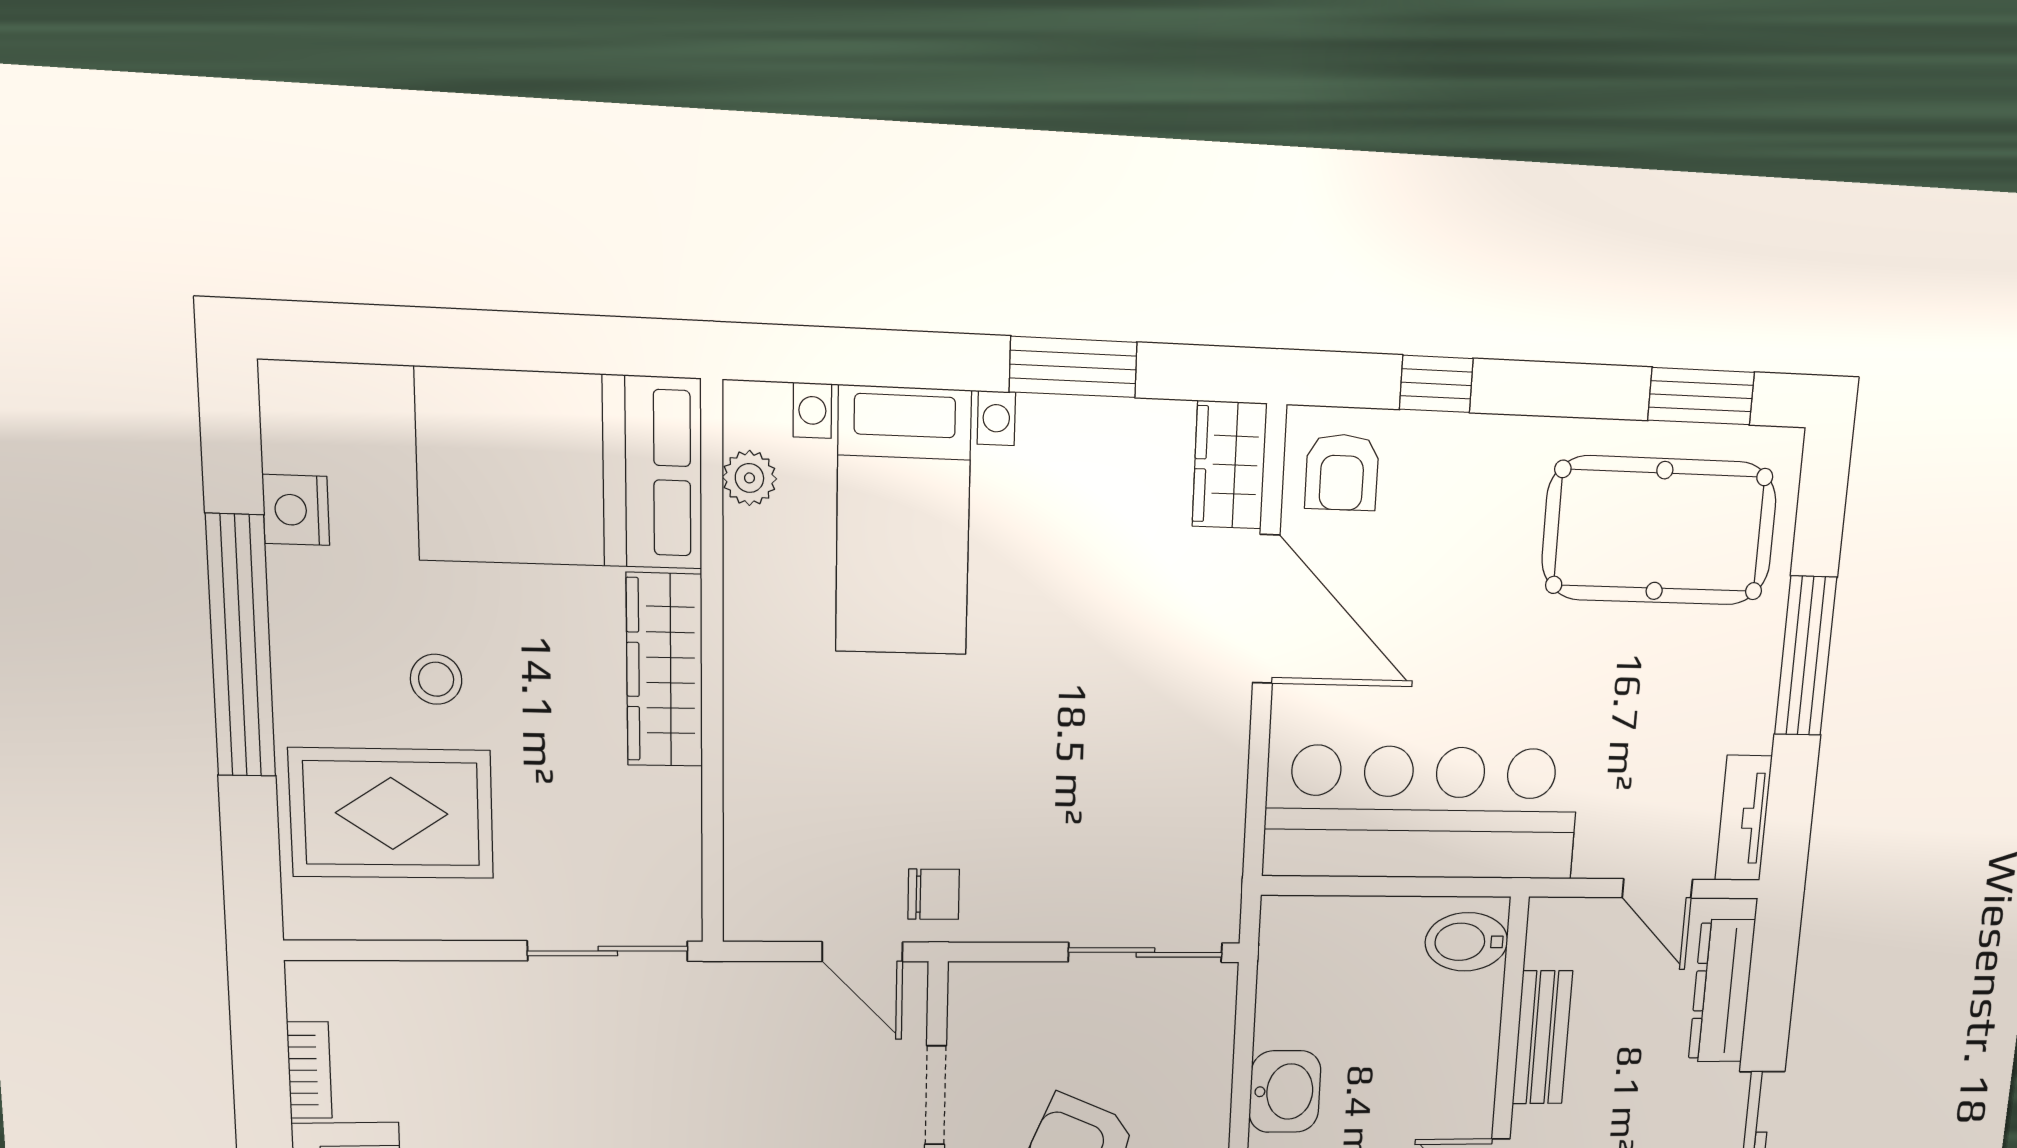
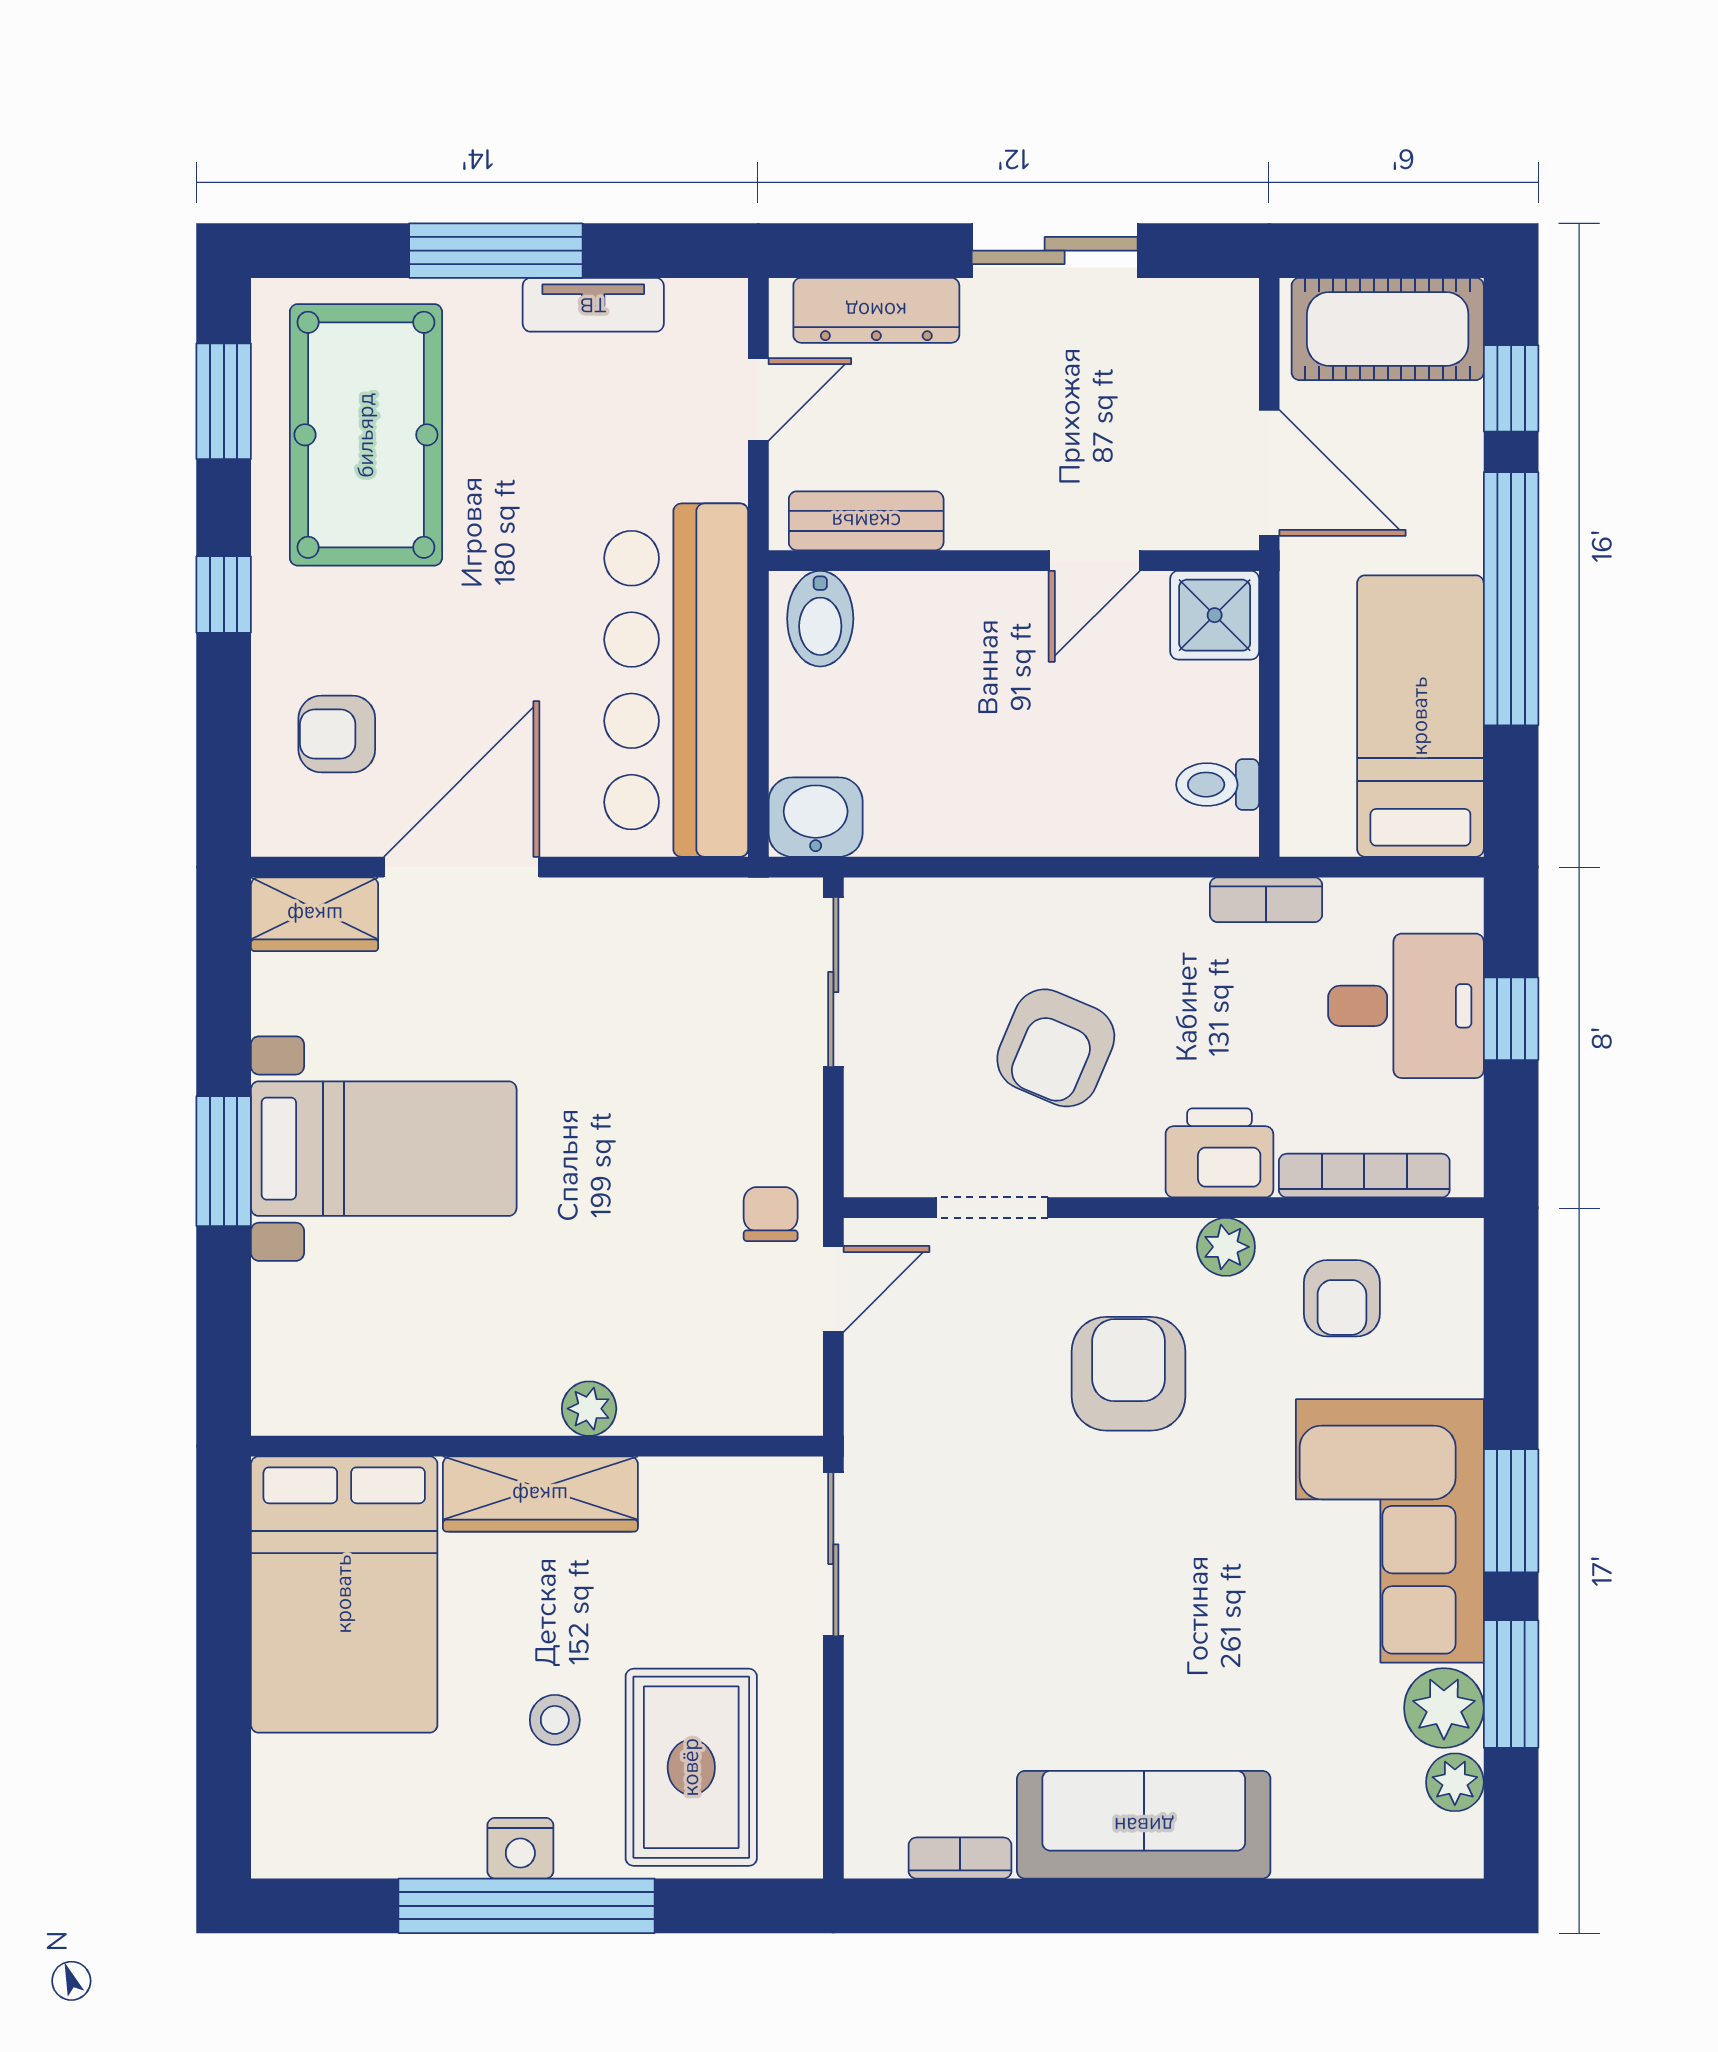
window: (1073, 367) -> (224, 1161), moved
window: (1436, 384) -> (224, 594), moved
armchair: (1342, 472) -> (337, 734), moved, turned 180
plant: (749, 478) -> (589, 1409), moved
nightstand: (296, 510) -> (520, 1848), moved
bed with nightstands: (903, 521) -> (384, 1149), moved
tv unit: (1744, 818) -> (593, 305), moved
bench: (1542, 1037) -> (866, 521), moved
washbasin: (1285, 1092) -> (816, 817), moved

